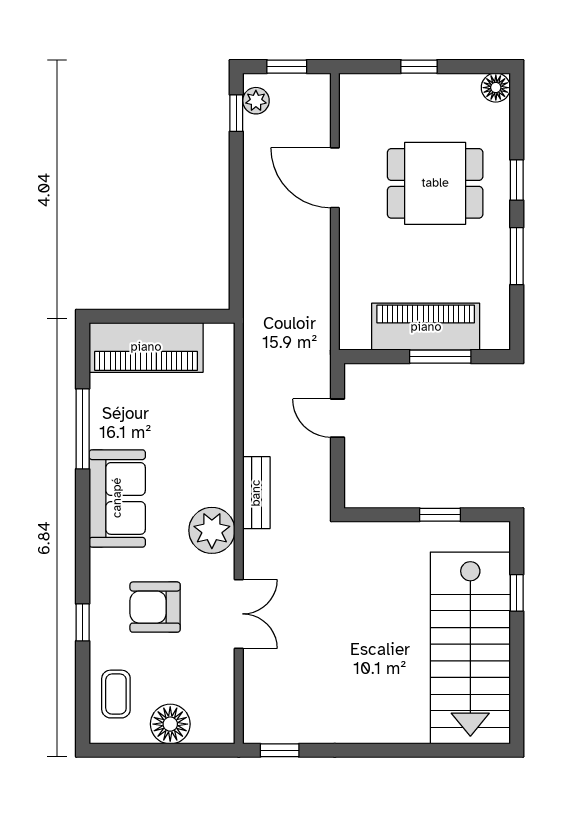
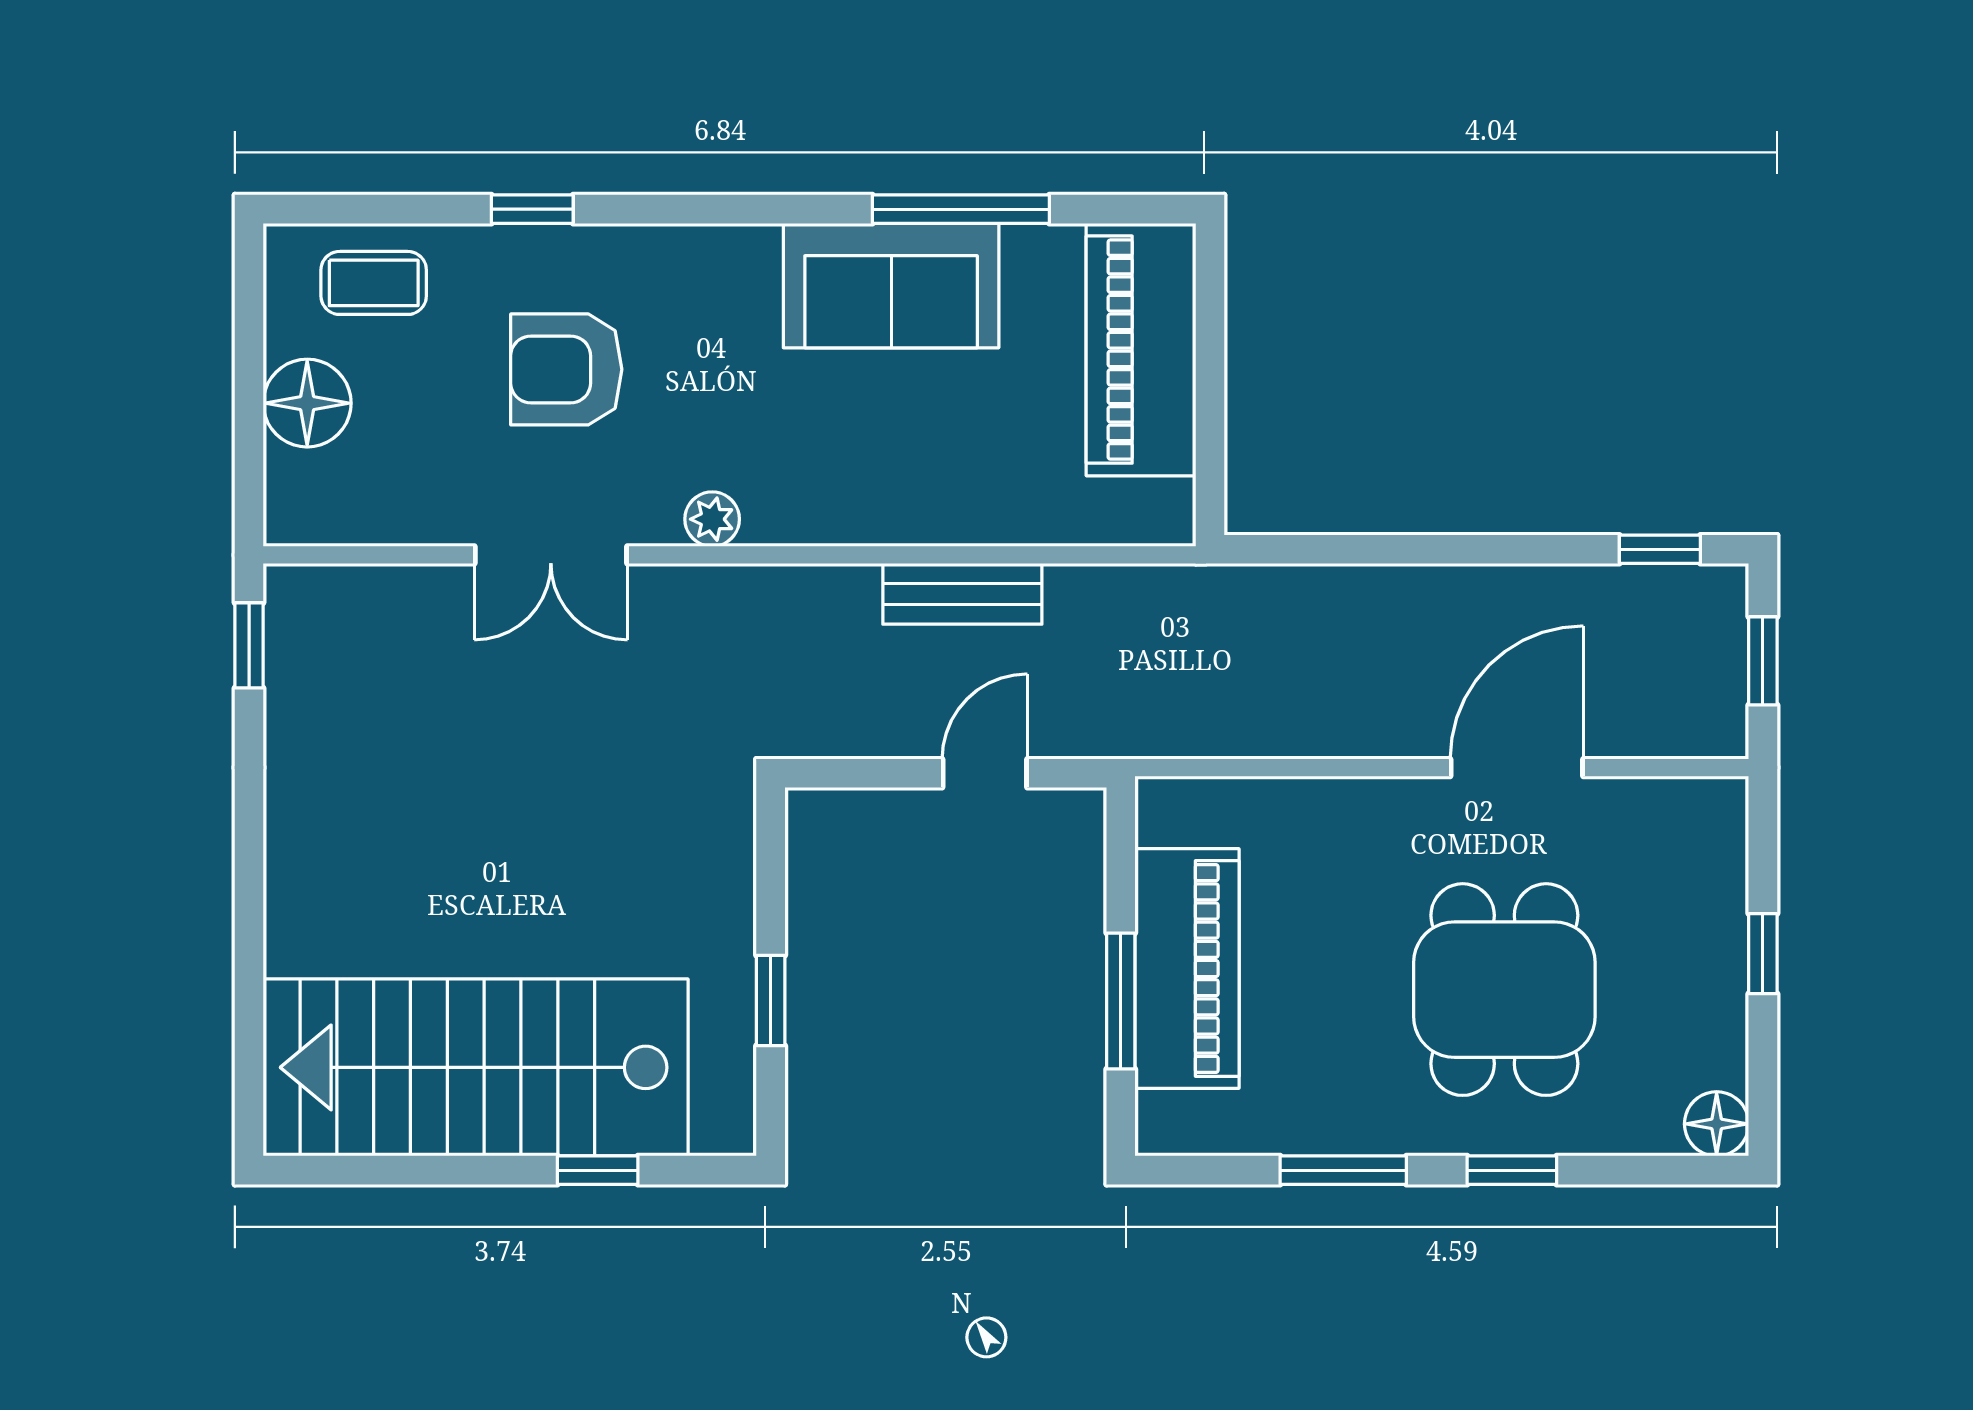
plant: (256, 101) -> (1687, 593), removed
bench: (256, 493) -> (962, 594), moved
sofa: (117, 498) -> (891, 286), moved
plant: (212, 530) -> (712, 519), width x0.53, depth x0.53
armchair: (155, 607) -> (566, 369), turned -90

